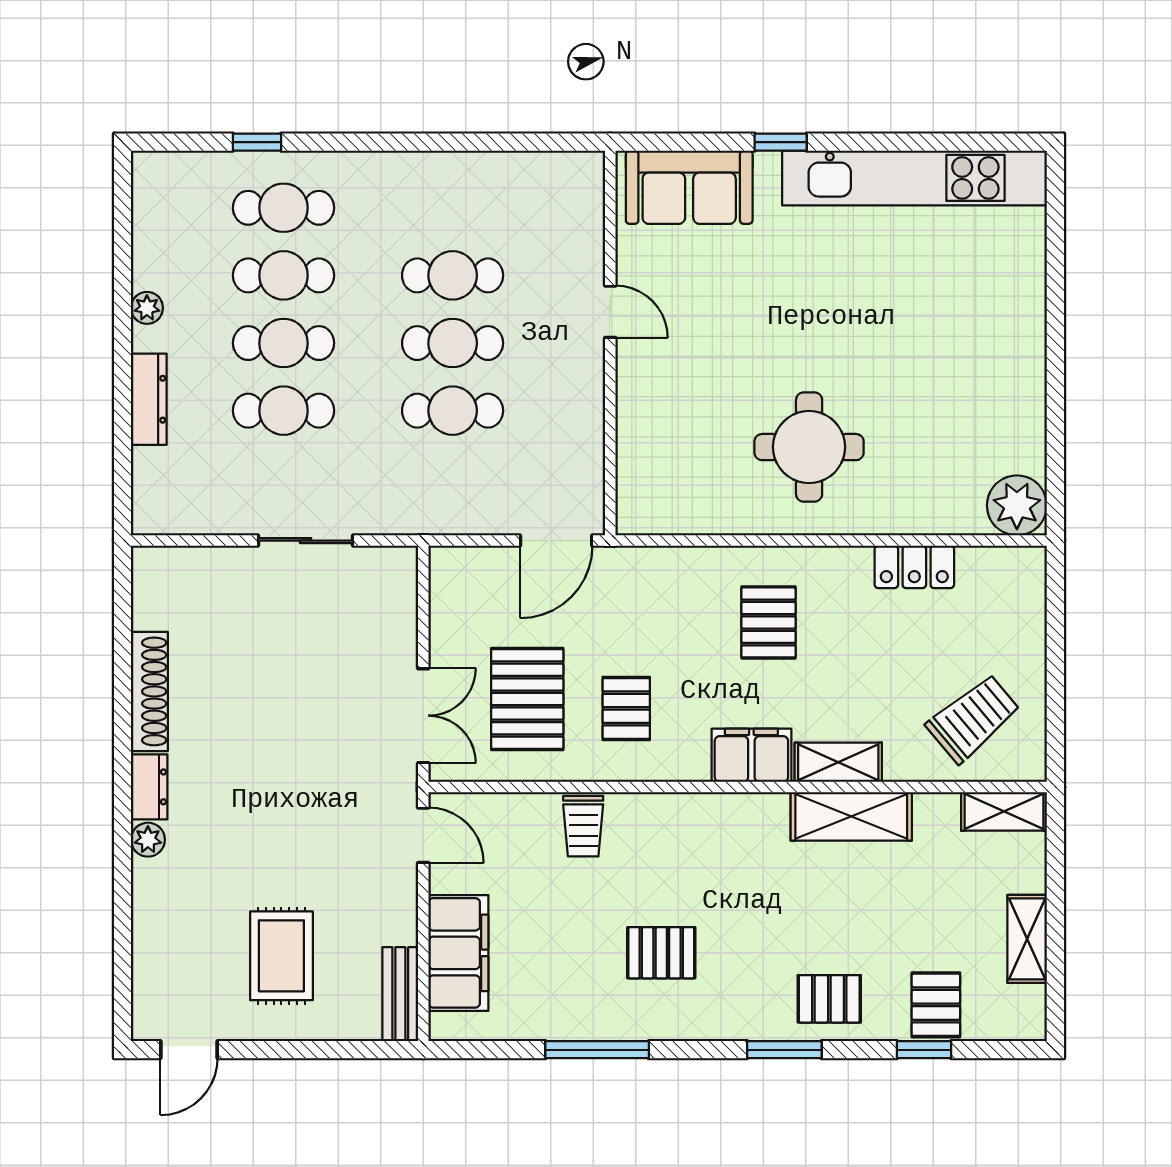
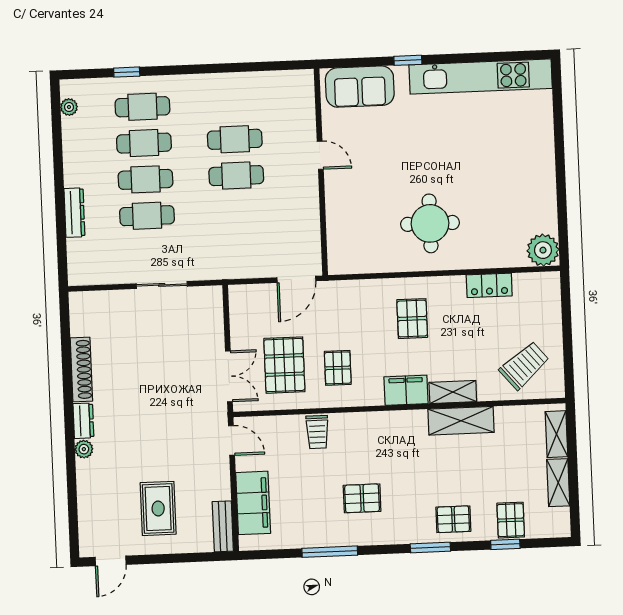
plant: (147, 308) -> (69, 107), moved
cafe table: (453, 411) -> (238, 212), removed
shelving: (1004, 811) -> (556, 434), moved, turned 90

